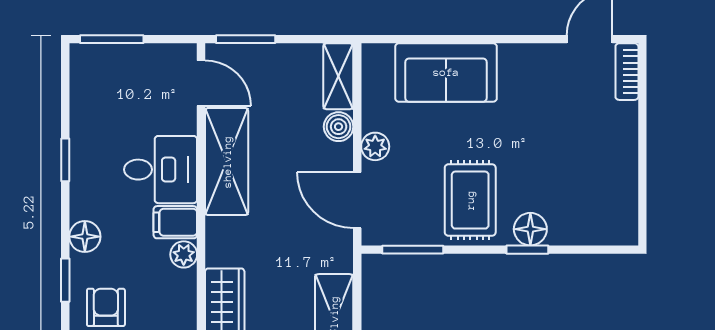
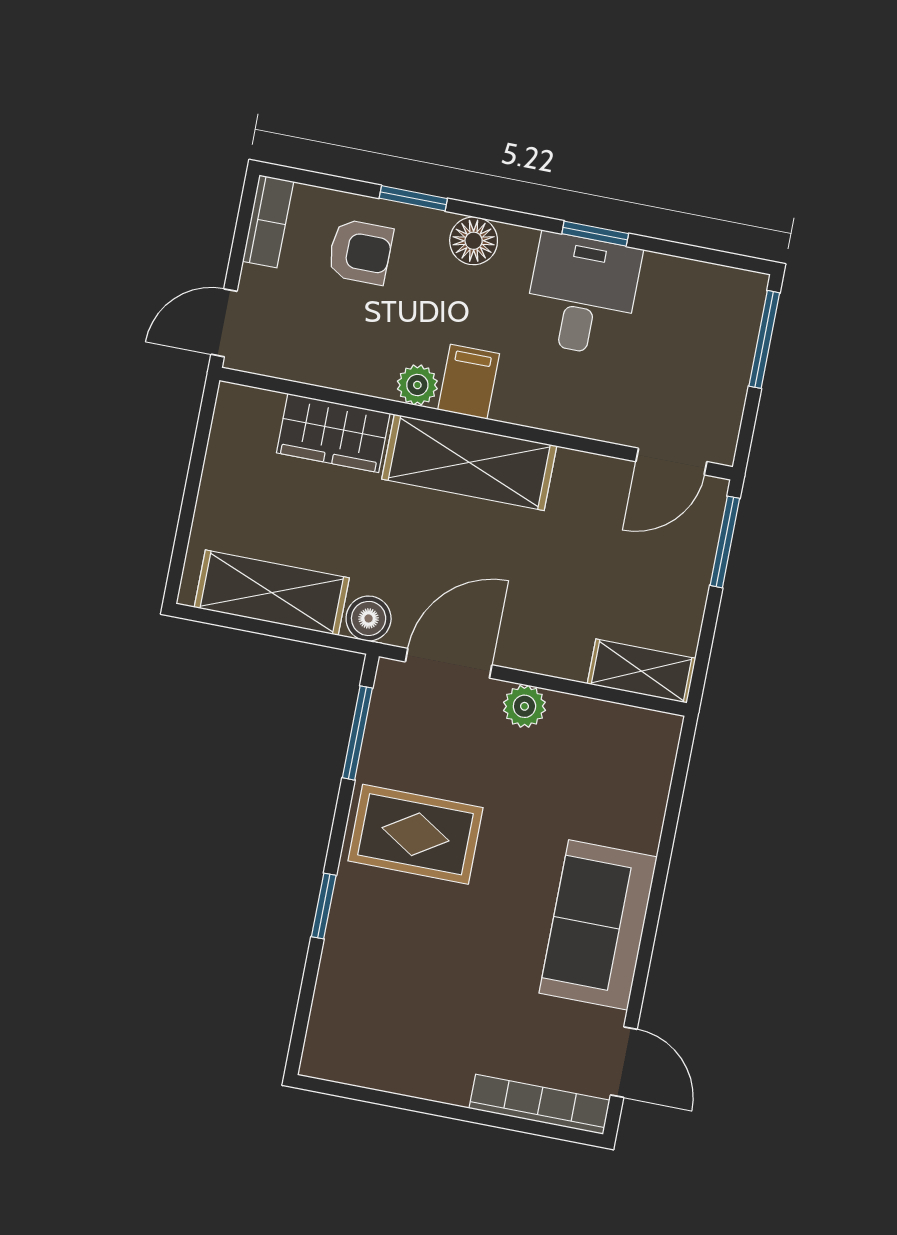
sofa: (446, 72) -> (598, 925), moved
bookcase: (627, 72) -> (539, 1104), width x1.56
boiler: (339, 127) -> (369, 618), moved
shelving: (227, 162) -> (469, 462), moved
desk: (161, 170) -> (582, 295), moved, turned 180
floor lamp: (530, 229) -> (354, 917), removed

